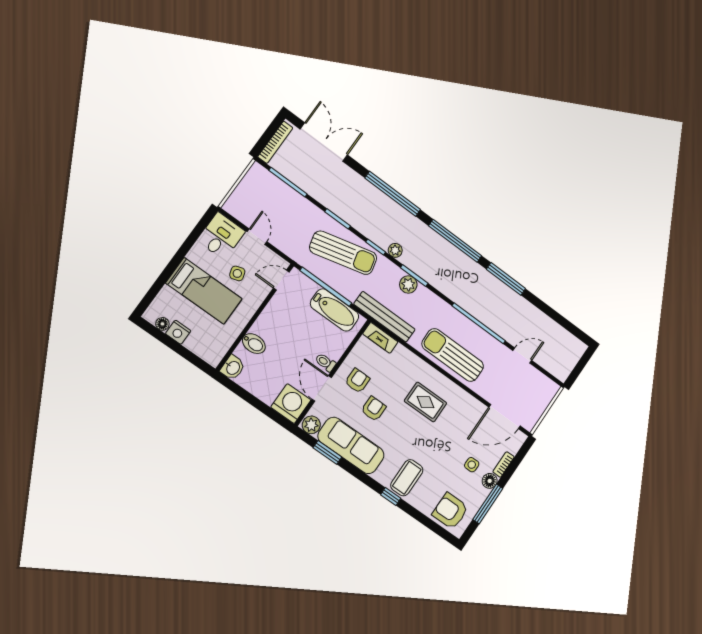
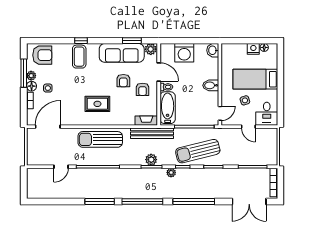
bathtub: (334, 310) -> (168, 108), moved, turned 90
bidet: (254, 344) -> (211, 85), moved
sun lounger: (453, 355) -> (100, 139), turned 180
washing machine: (291, 404) -> (184, 53), moved
plant: (481, 494) -> (31, 76), added

